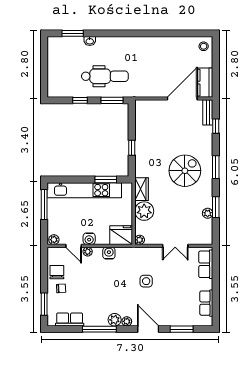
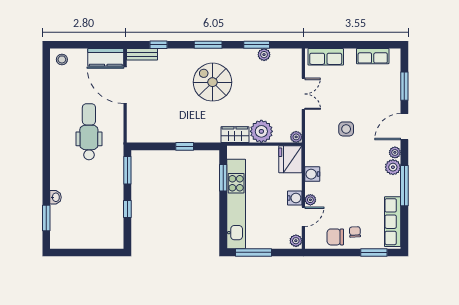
dental chair: (105, 76) -> (89, 132), moved
row of seats: (70, 319) -> (393, 222), width x1.48

